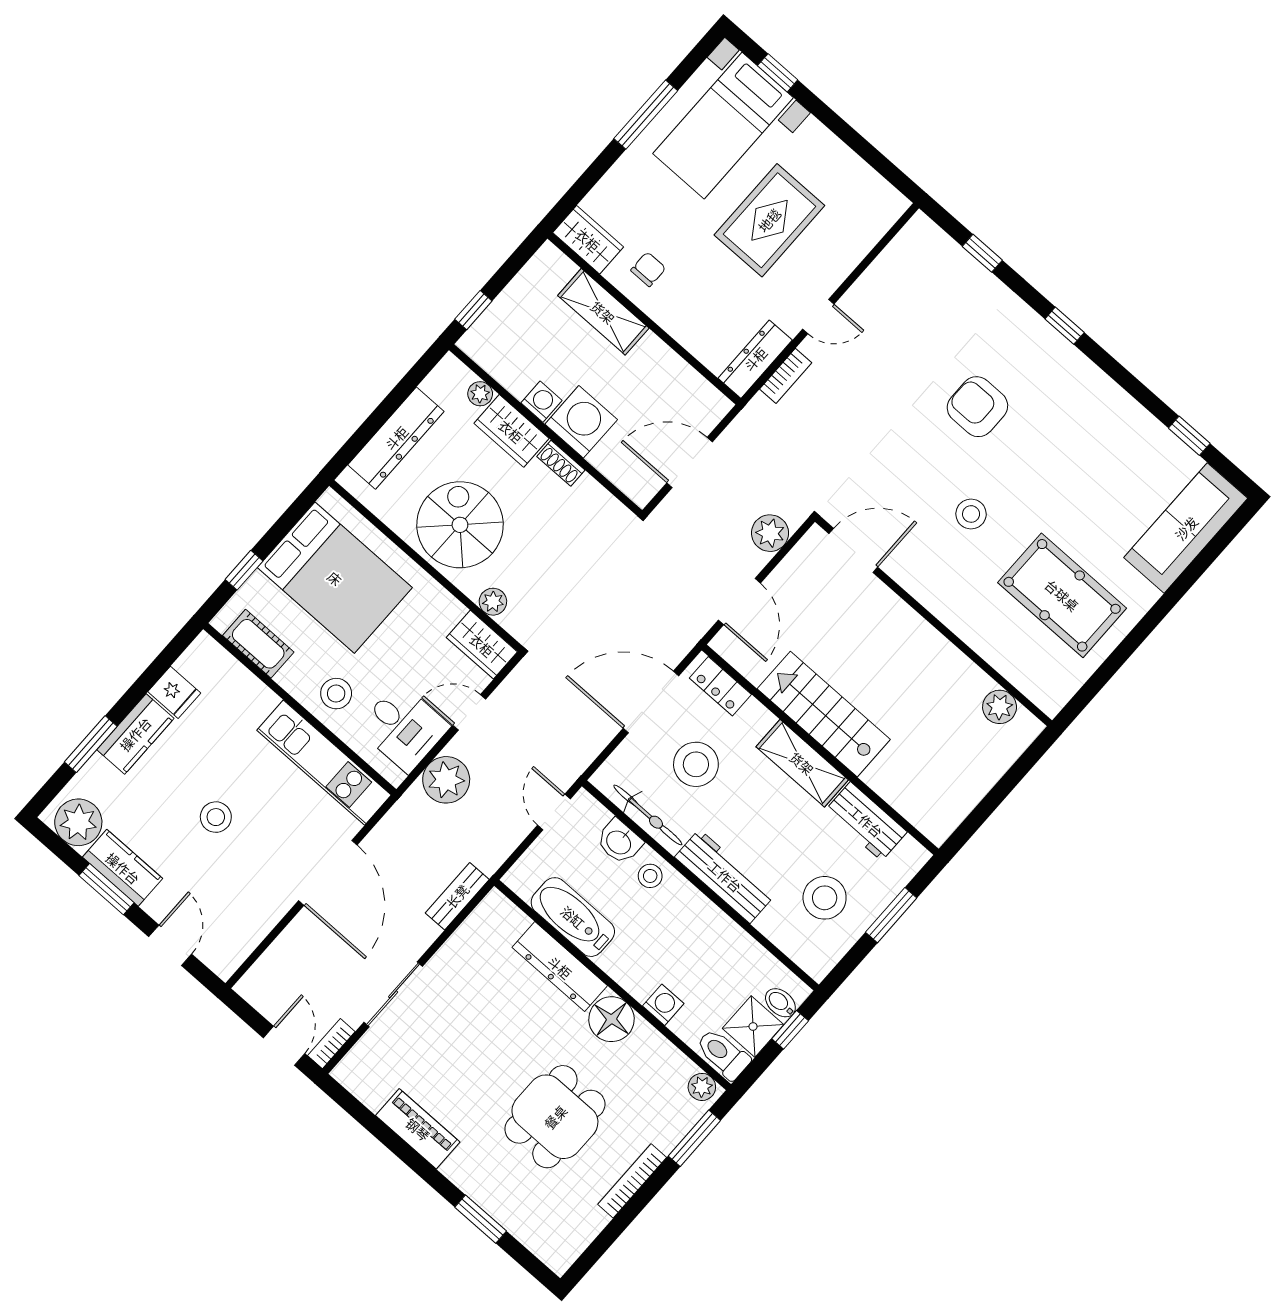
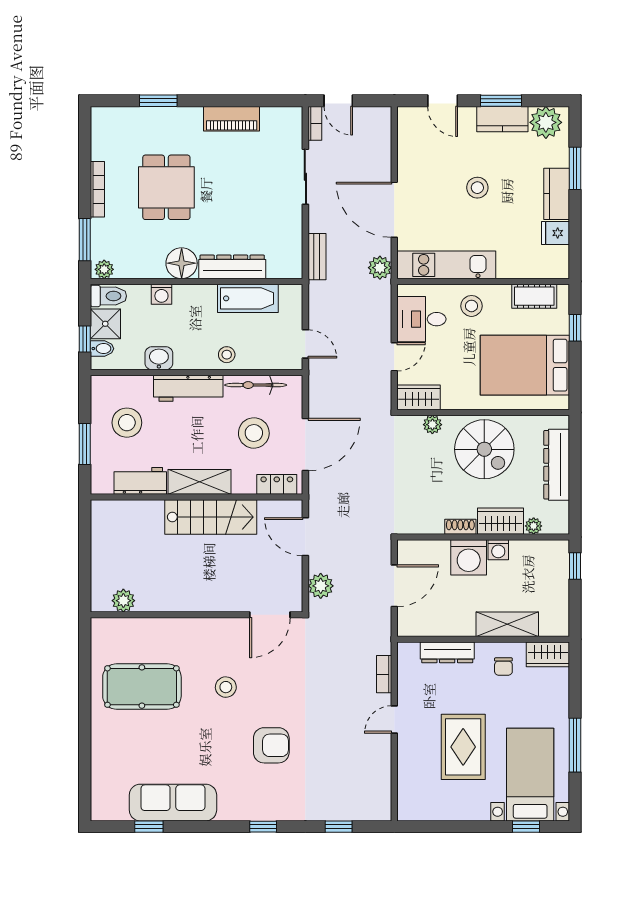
dresser: (755, 359) -> (447, 652), moved, turned 90
sofa: (1186, 528) -> (173, 803), moved, turned -90
plant: (446, 780) -> (380, 268), moved, width x0.73, depth x0.73
washbasin: (619, 842) -> (159, 358), moved

